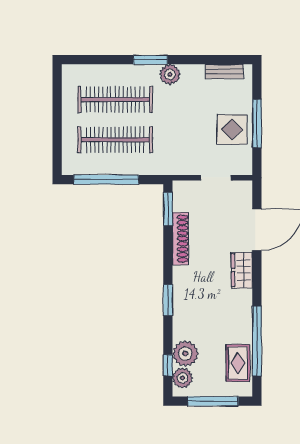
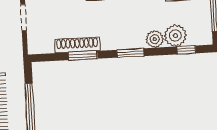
window: (168, 209) -> (83, 55), moved
plant: (182, 378) -> (155, 39), moved

